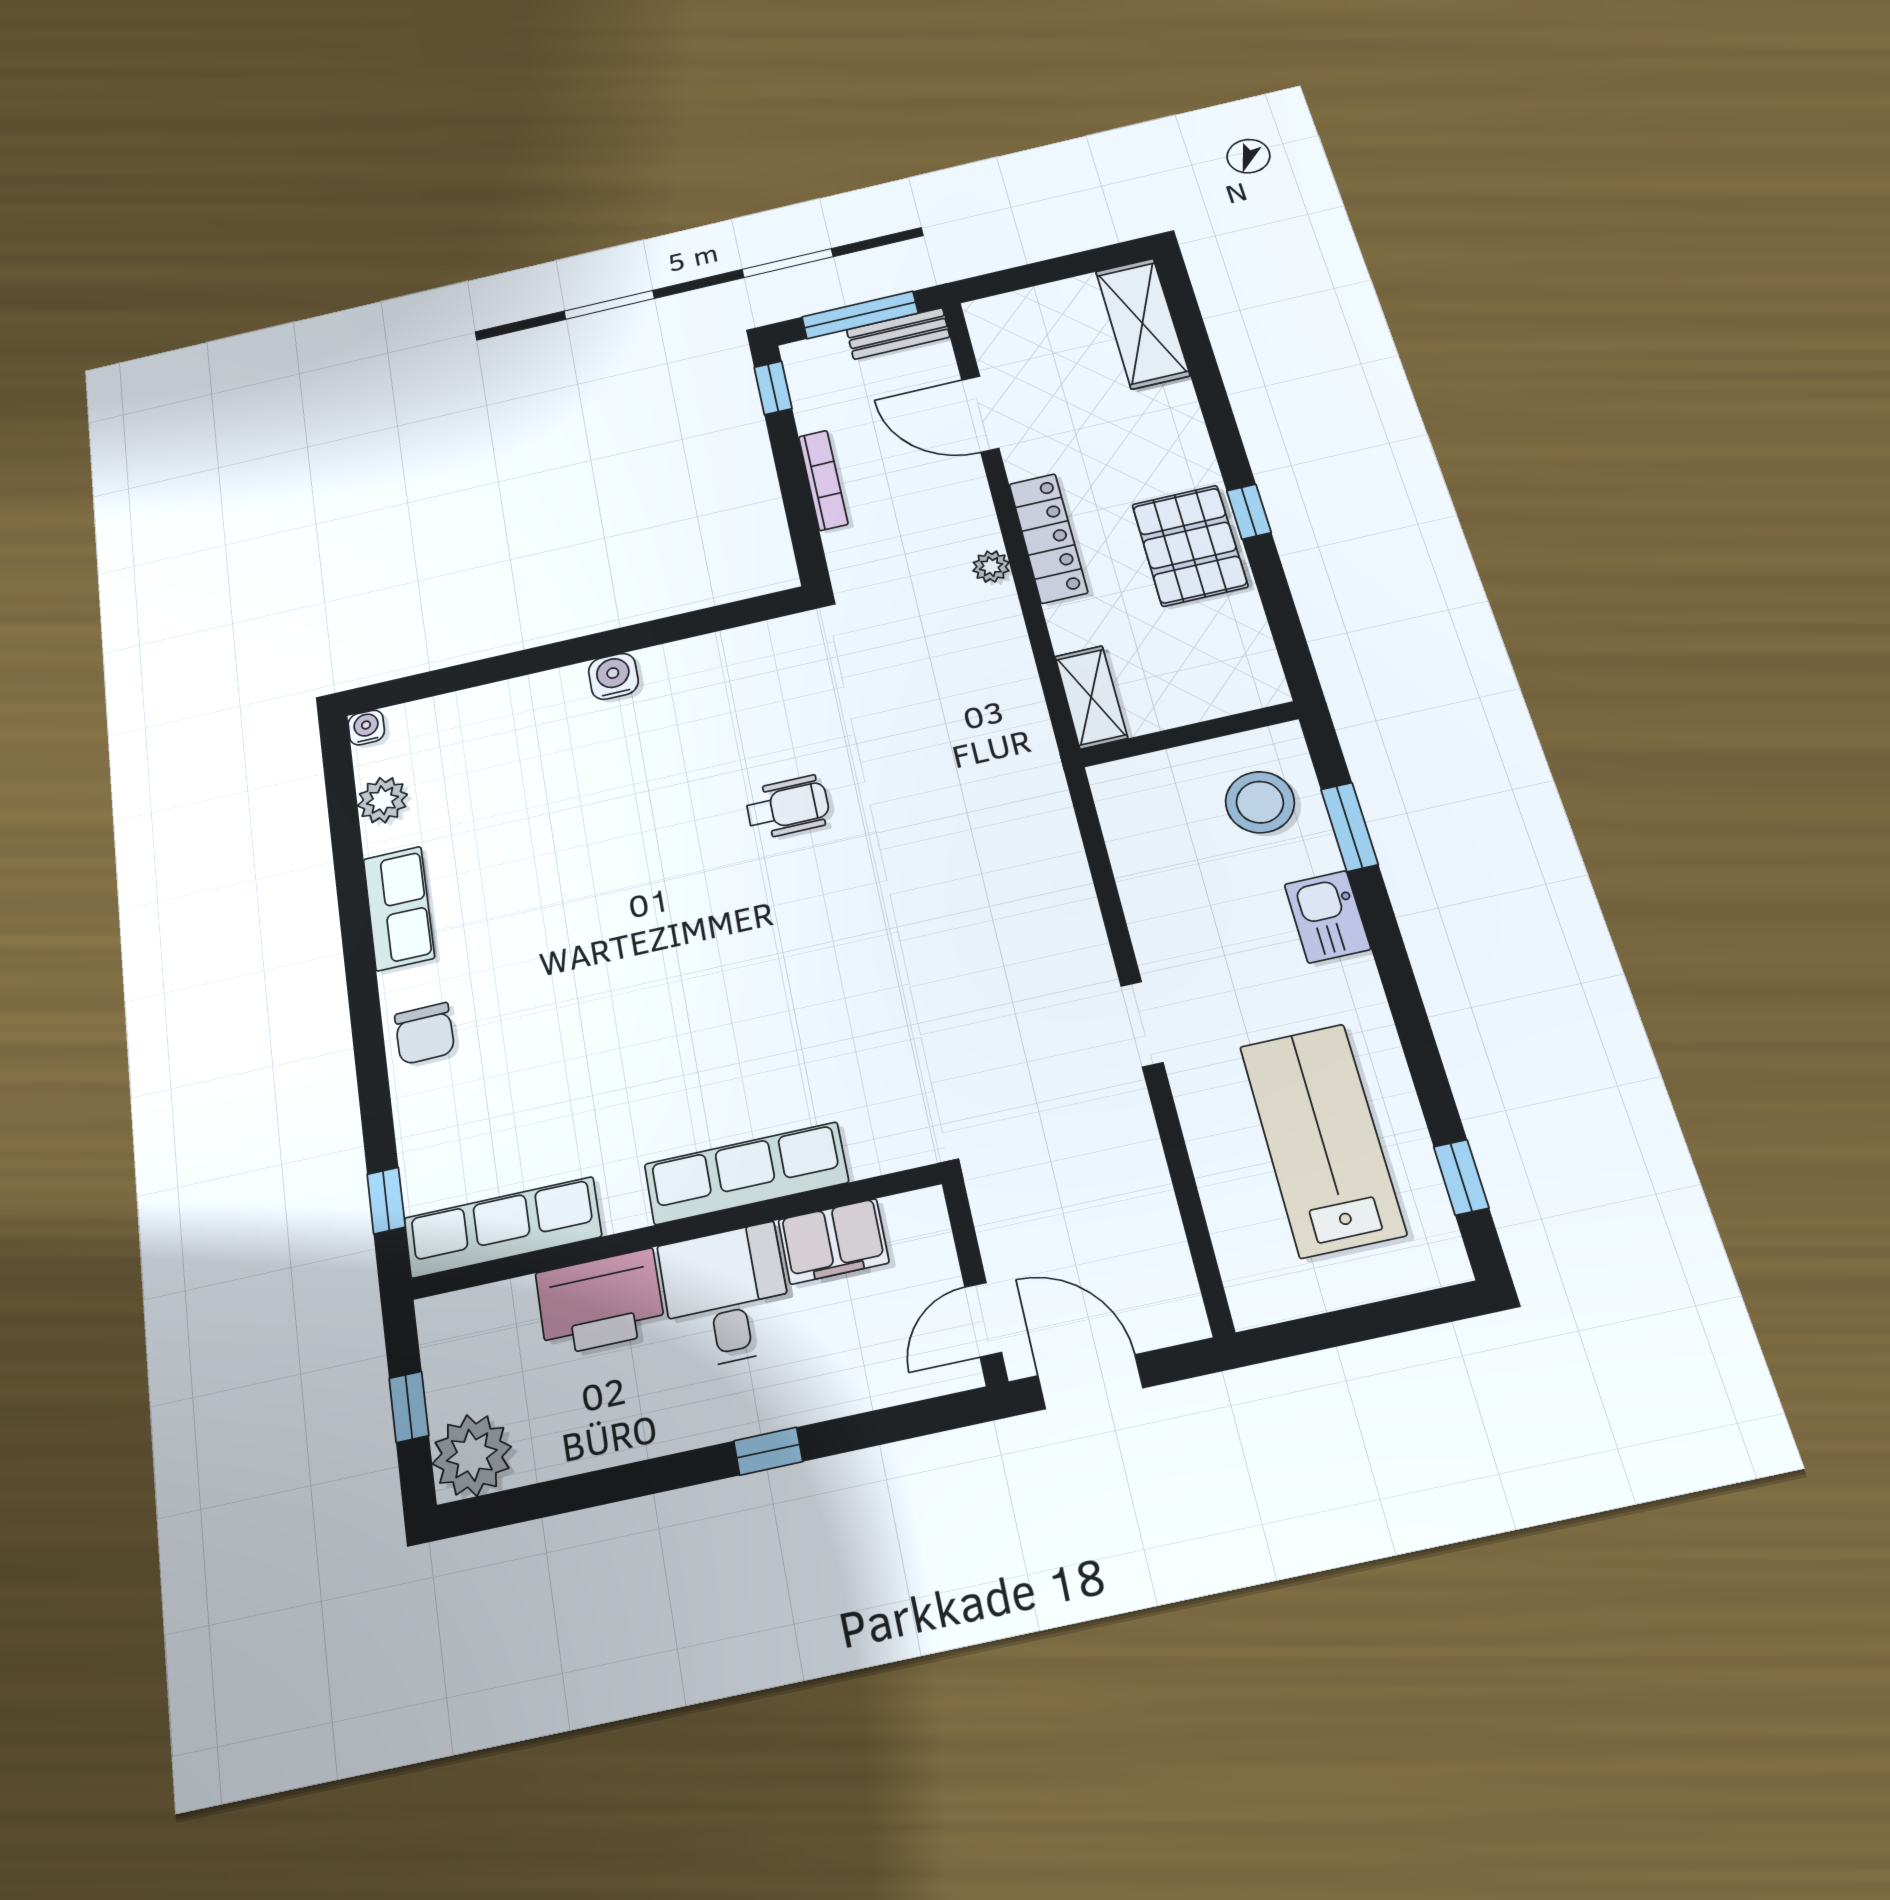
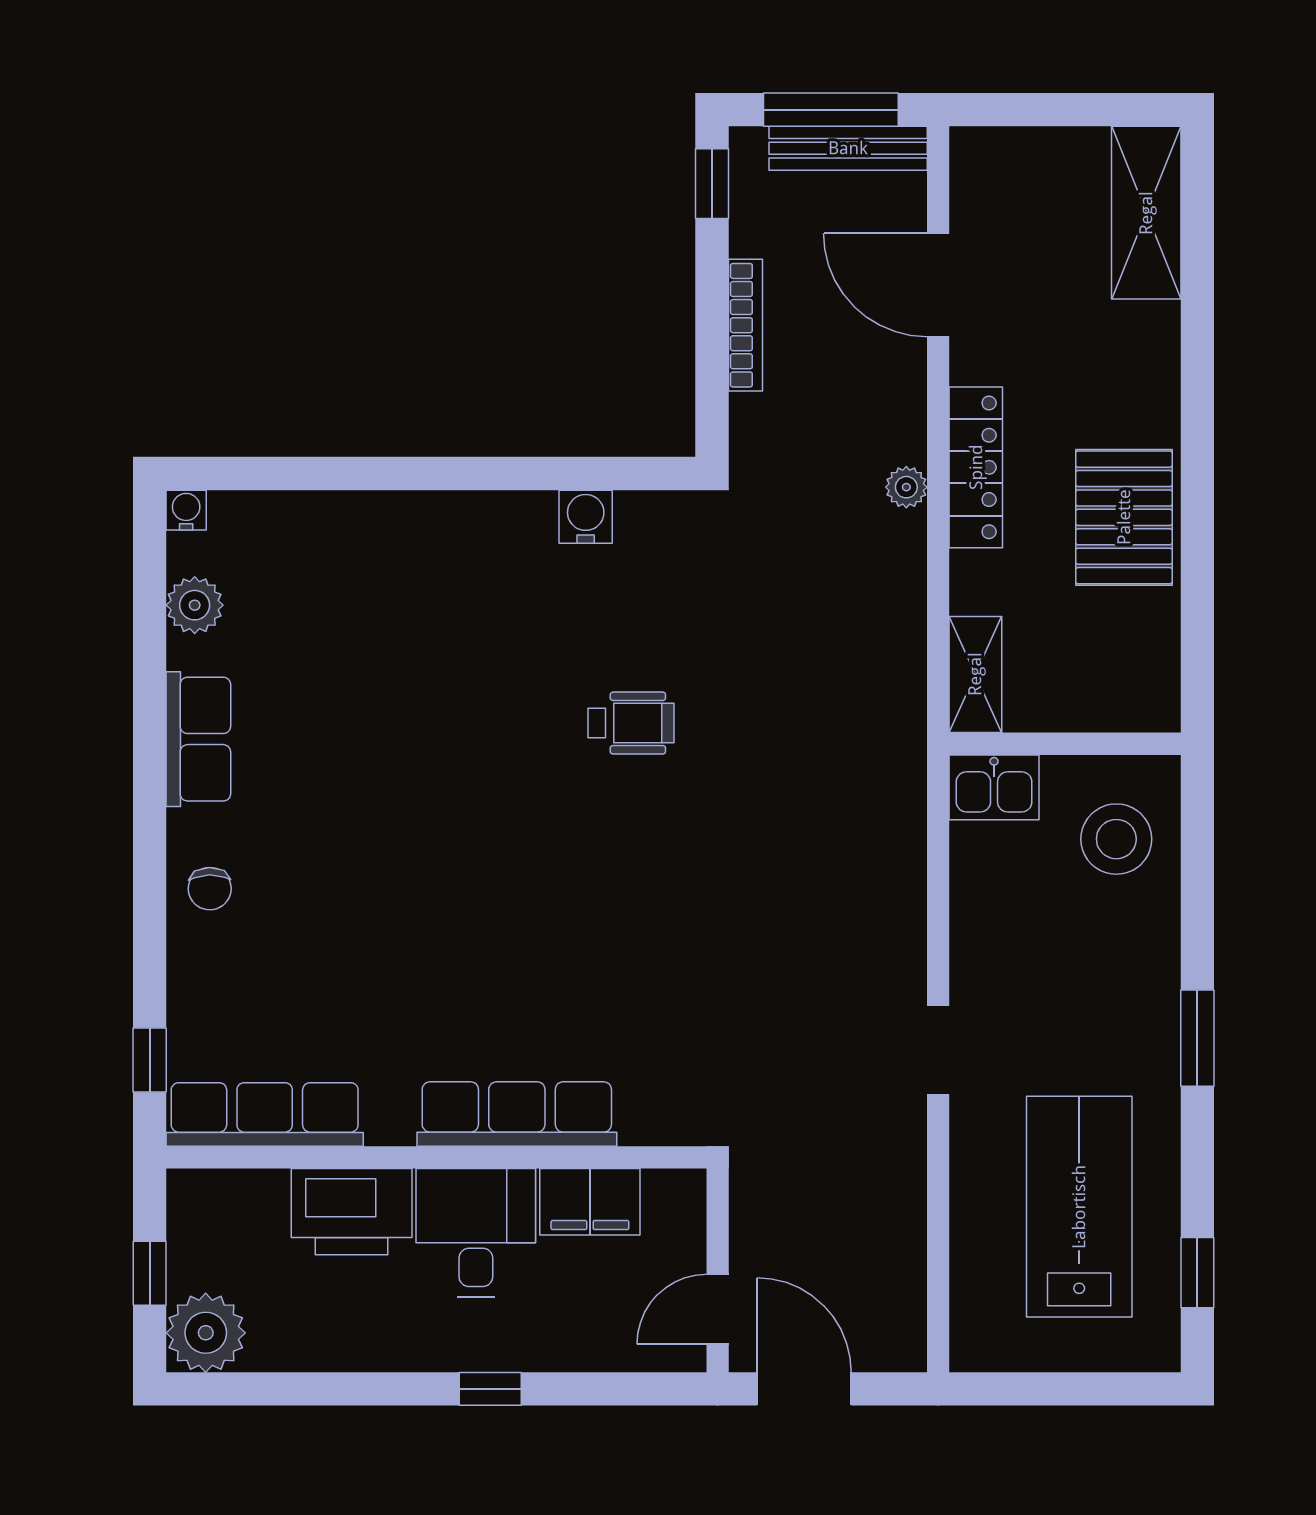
bench: (898, 333) -> (848, 148), width x1.36
window: (1249, 512) -> (1197, 492), removed
water cooler: (613, 676) -> (586, 517), moved
window: (1349, 827) -> (1197, 1038), moved
kitchen sink: (1327, 917) -> (994, 787), moved, turned -90
chair: (425, 1033) -> (210, 889), width x0.73, depth x0.73

